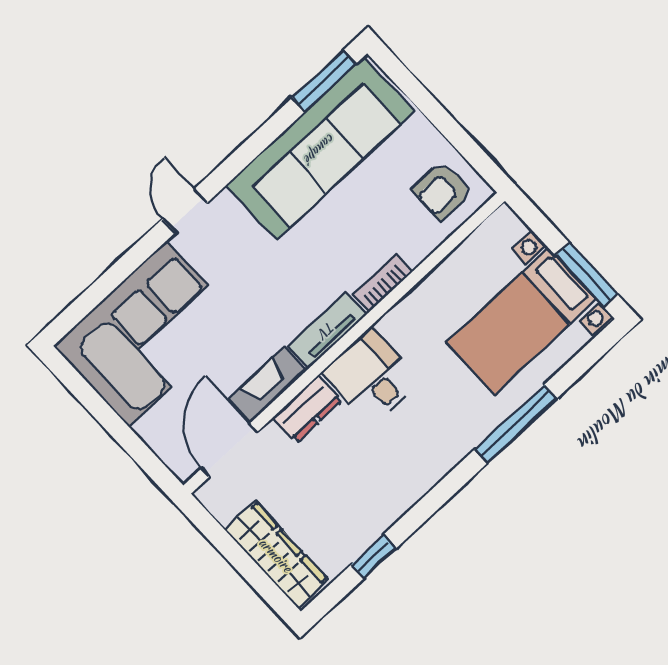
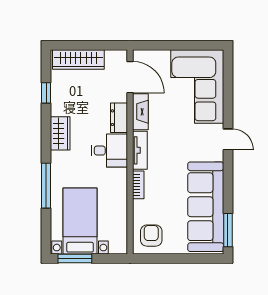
wardrobe: (416, 477) -> (60, 133), added

